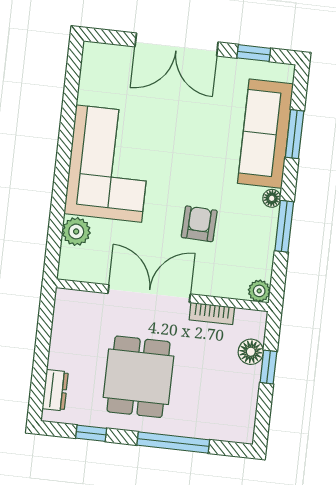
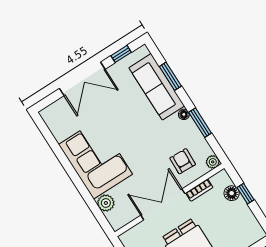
armchair: (199, 224) -> (183, 161), moved

